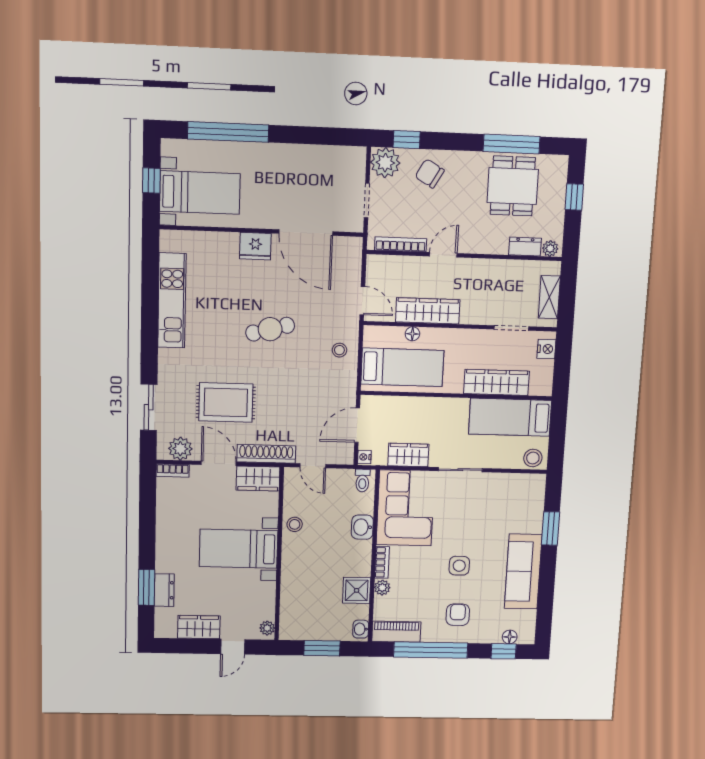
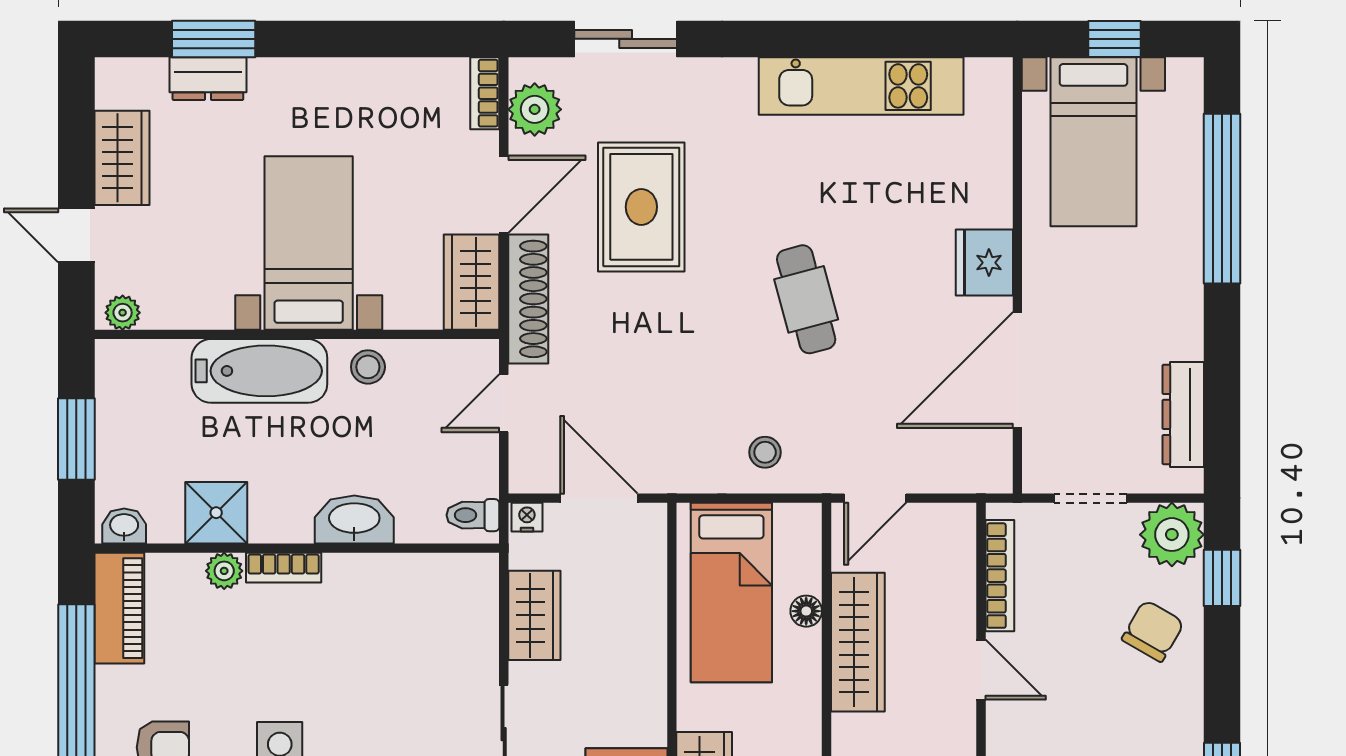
dresser: (329, 155) -> (1183, 414), added
corner sofa: (405, 508) -> (412, 615), removed
washbasin: (362, 527) -> (354, 519), width x1.38
bathtub: (295, 571) -> (259, 371), added

